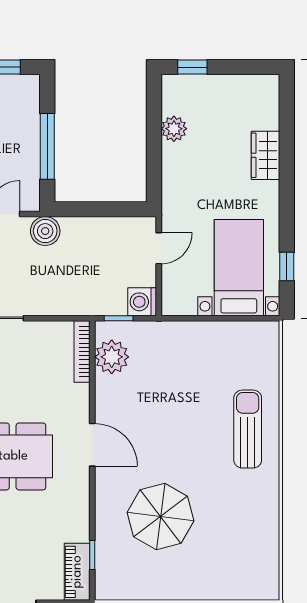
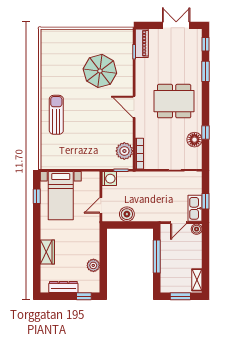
dresser: (233, 86) -> (63, 287), added
boiler: (45, 231) -> (127, 214), moved
sun lounger: (248, 429) -> (56, 115), turned 180

